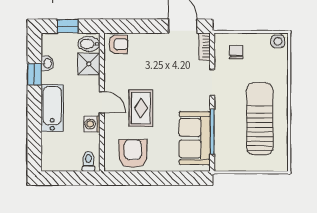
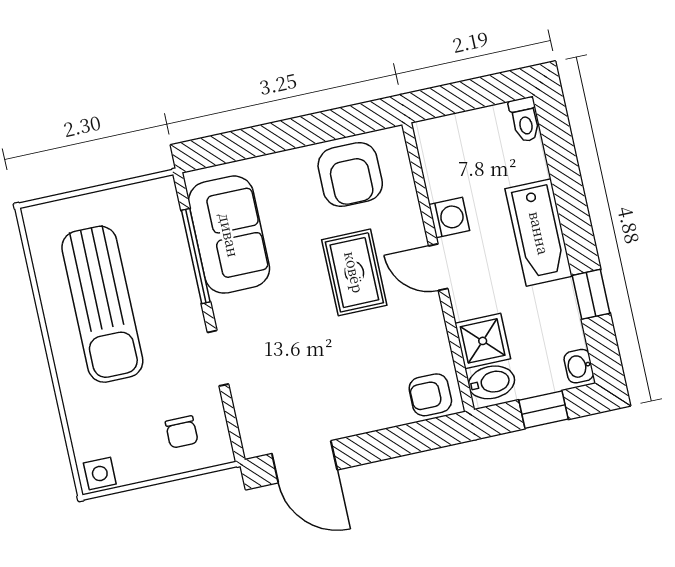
bookcase: (205, 47) -> (250, 429), removed
washbasin: (47, 63) -> (579, 366), moved
toilet: (88, 161) -> (525, 120), moved

